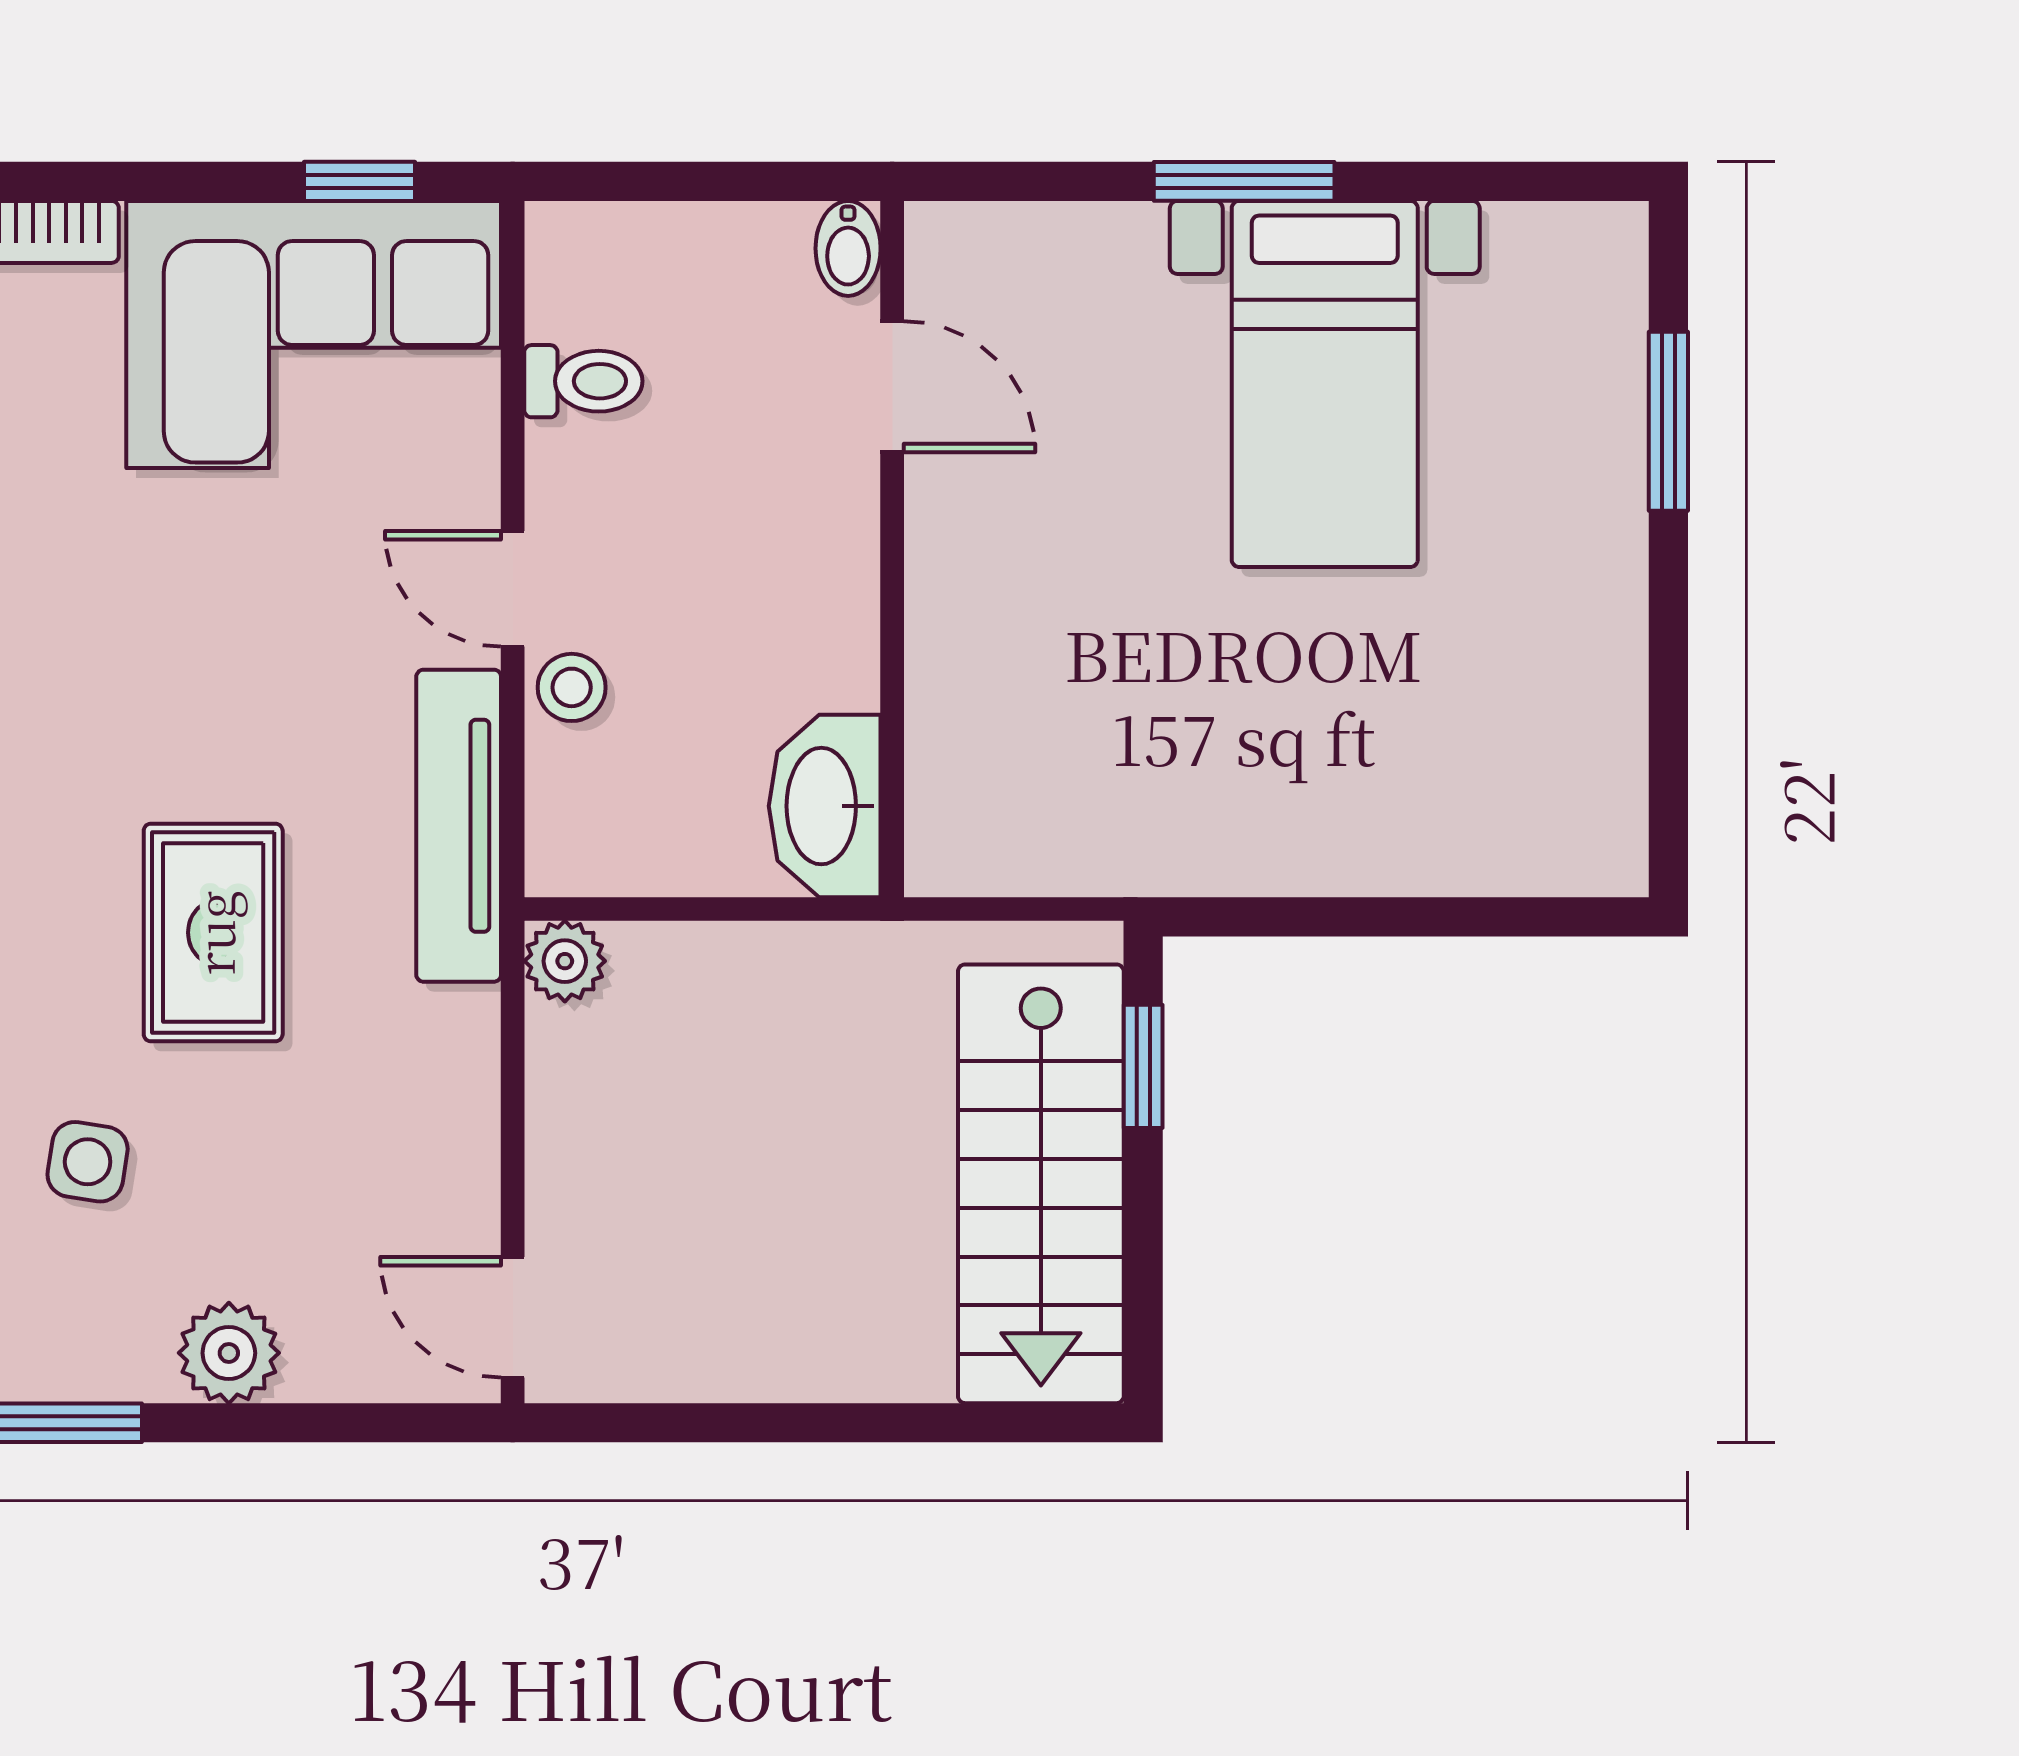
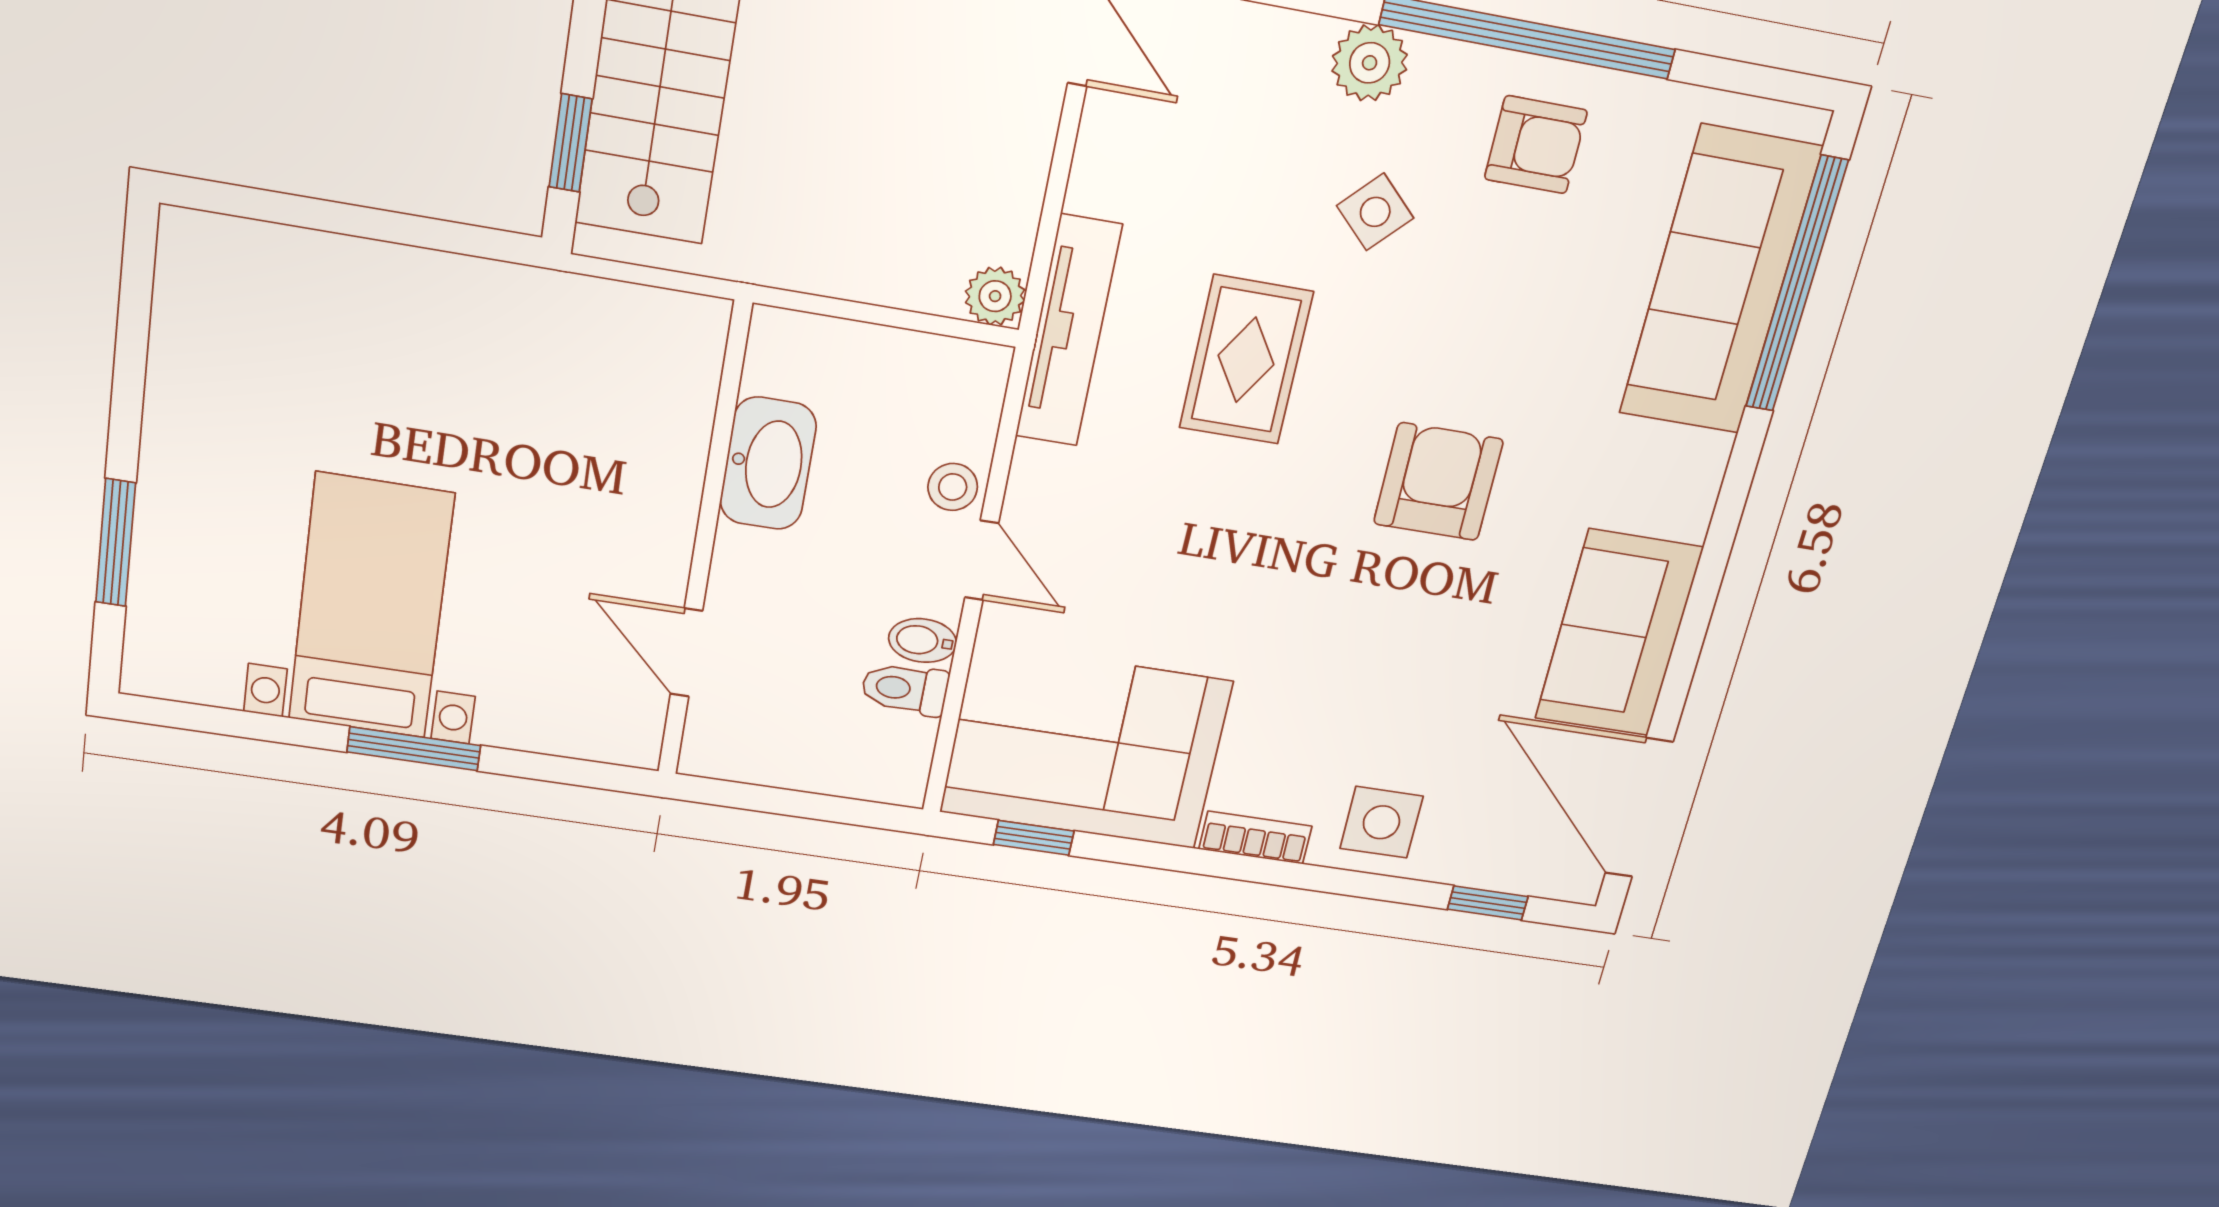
bidet: (848, 248) -> (923, 641), moved, turned -90
washbasin: (825, 806) -> (768, 463), moved
tv unit: (459, 826) -> (1068, 331), moved
side table: (88, 1162) -> (1375, 212), turned 35
plant: (229, 1353) -> (1370, 63), moved

